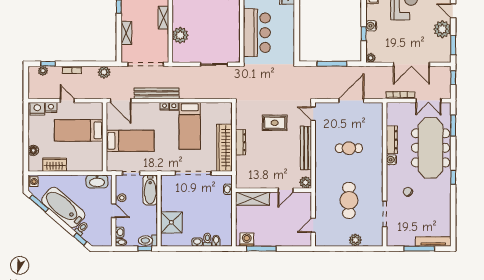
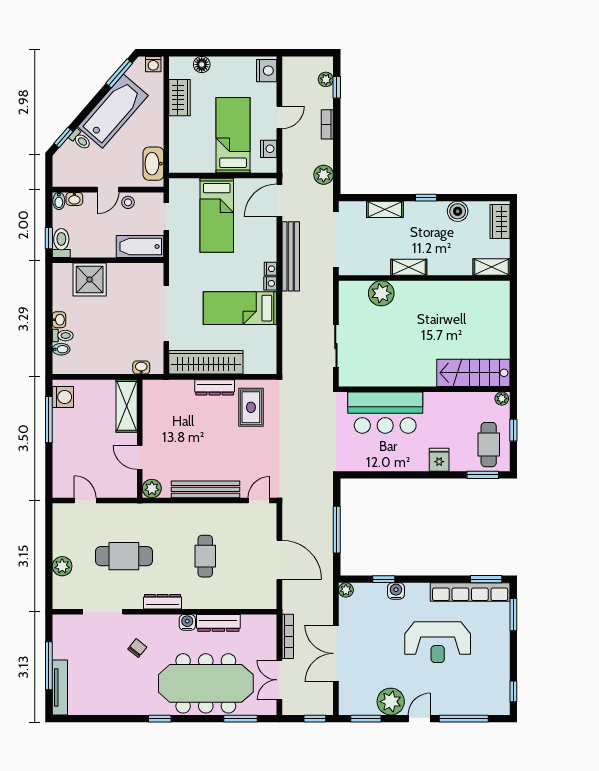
nightstand: (51, 107) -> (269, 149), moved
rug: (275, 123) -> (251, 407), moved
dresser: (378, 176) -> (162, 602), added

